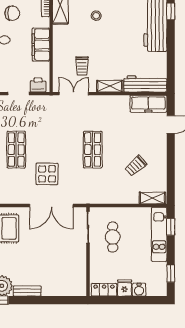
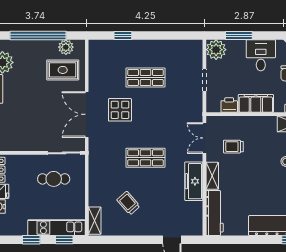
printer: (38, 85) -> (229, 105), moved, turned -90
double door: (74, 94) -> (204, 138), swing flipped
freezer: (148, 104) -> (194, 181), moved
window: (171, 274) -> (31, 240), moved

